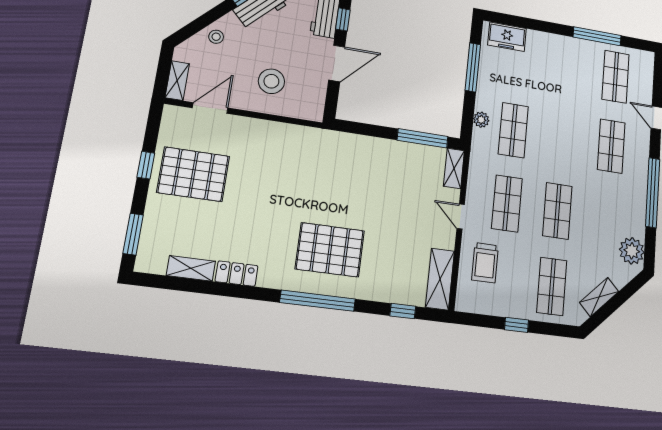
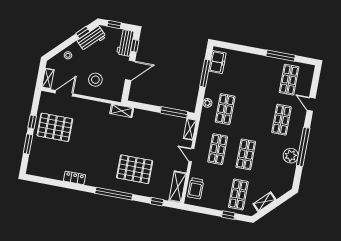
freezer: (507, 37) -> (217, 62), moved, turned -90
window: (133, 234) -> (28, 144), moved
pallet: (330, 250) -> (135, 169), moved
plant: (632, 251) -> (291, 156), moved
trolley: (485, 263) -> (196, 188), moved
shelving: (191, 268) -> (122, 111), moved
window: (517, 325) -> (228, 215), moved

